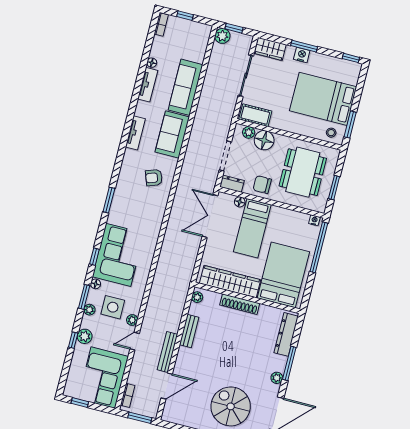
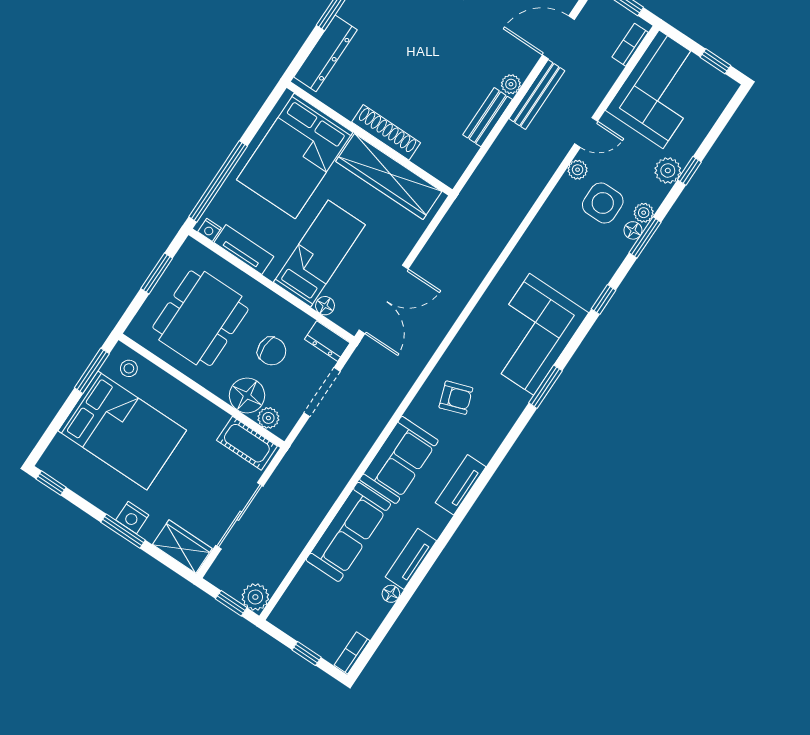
chair: (262, 185) -> (272, 351), moved
tv unit: (293, 216) -> (244, 250), added
corner sofa: (118, 255) -> (532, 334), moved
floor lamp: (96, 284) -> (633, 230), moved
plant: (197, 297) -> (511, 84), moved

